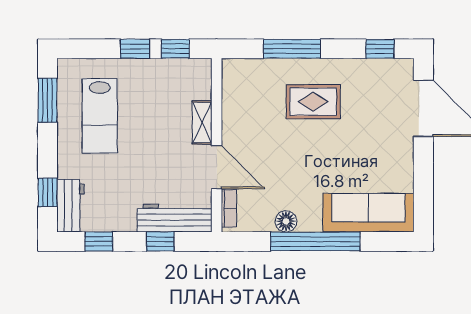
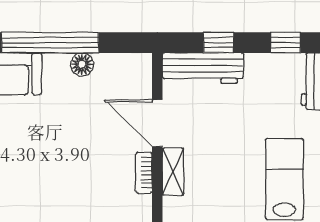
rug: (313, 102) -> (52, 194), removed
bookcase: (229, 209) -> (144, 173), moved

